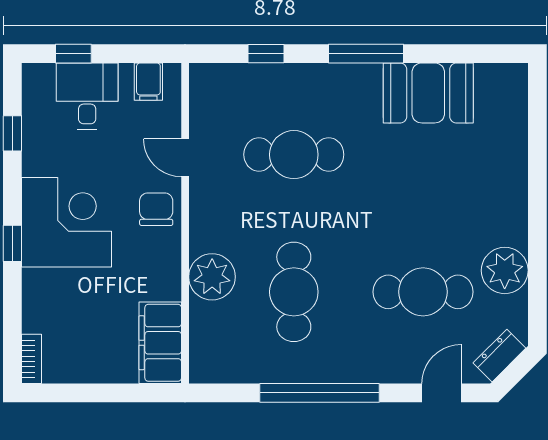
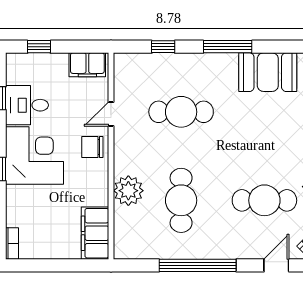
filing cabinet: (148, 82) -> (87, 65), width x2.00
desk: (87, 96) -> (27, 105), moved, turned -90
door: (185, 158) -> (111, 114), hinge flipped
chair: (156, 209) -> (92, 147), turned -90

